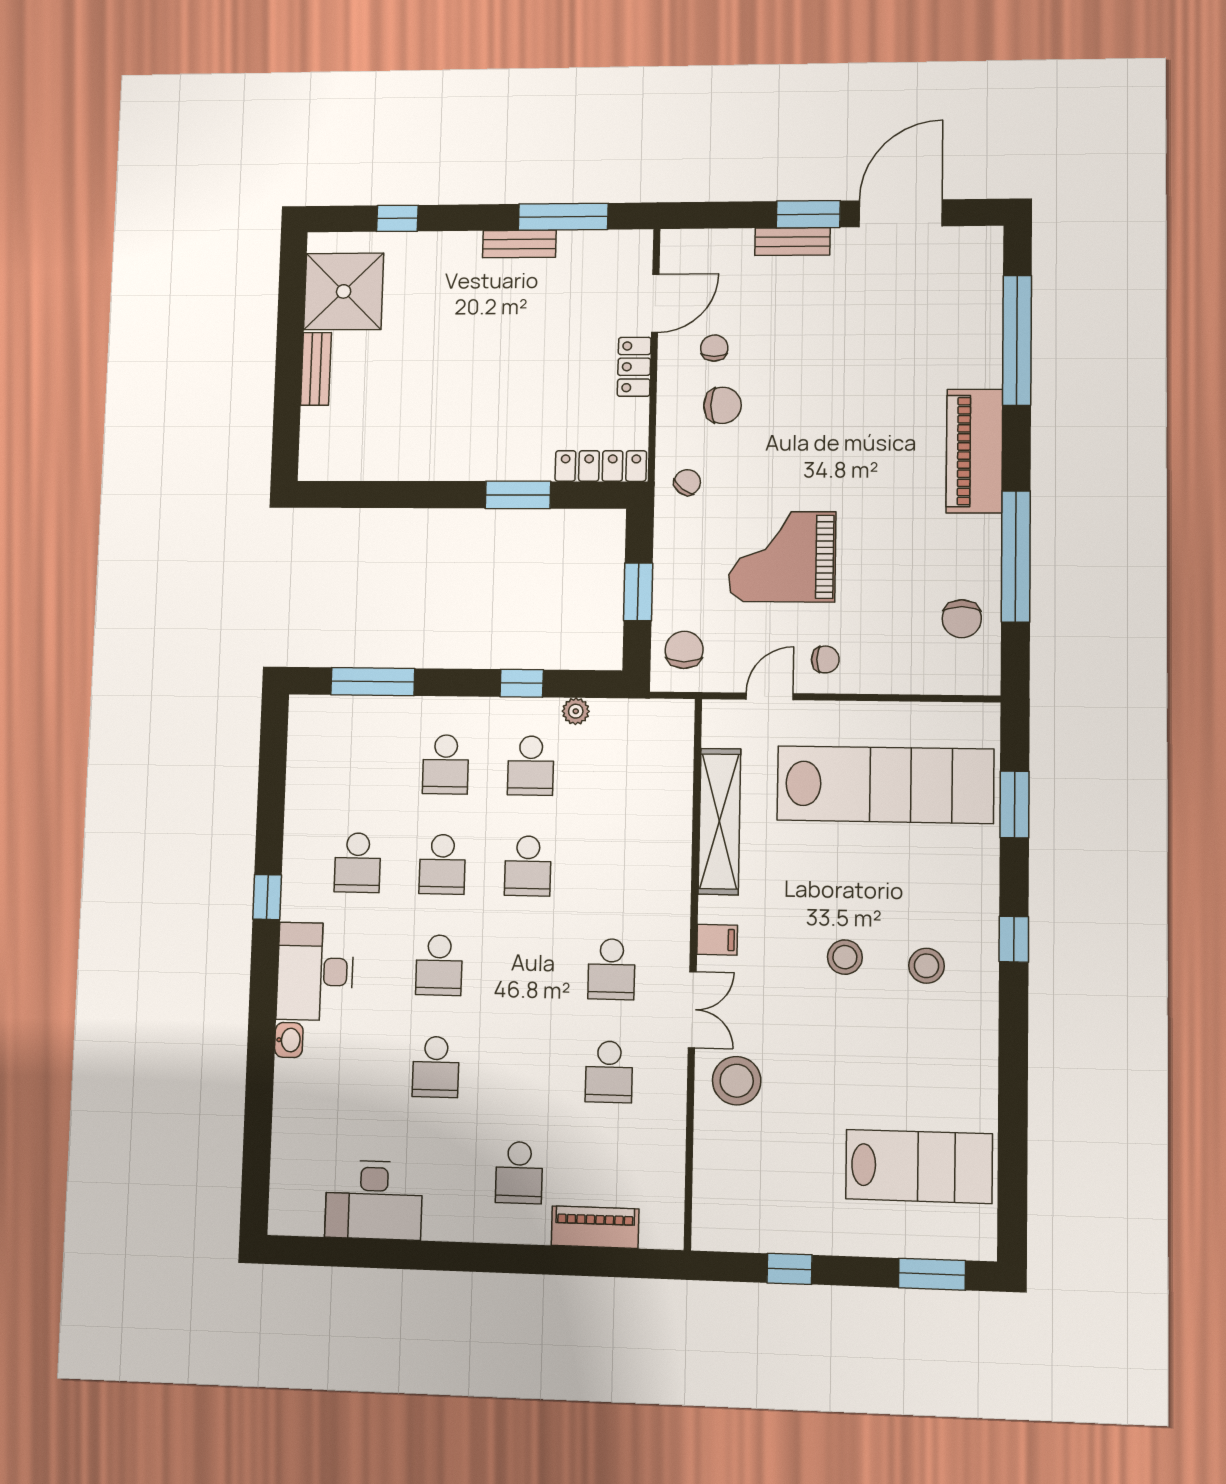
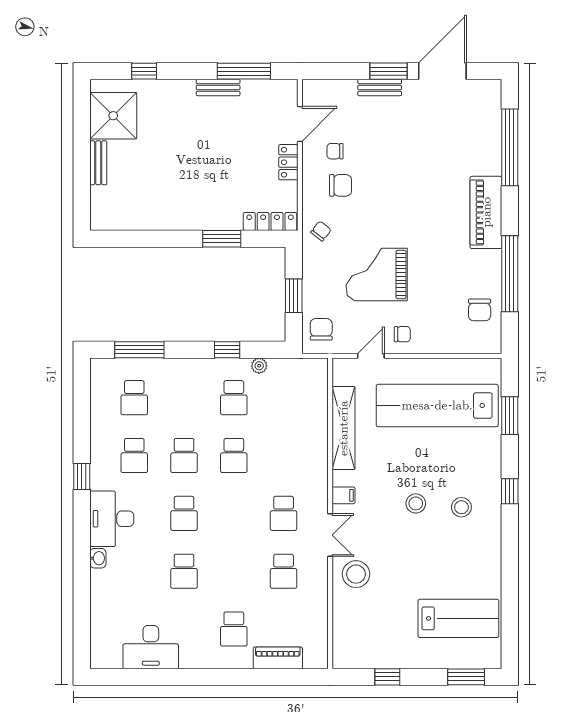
chair: (714, 348) -> (335, 151), turned -90
school desk: (446, 764) -> (134, 398), moved
lab bench: (885, 785) -> (437, 405), turned 180

